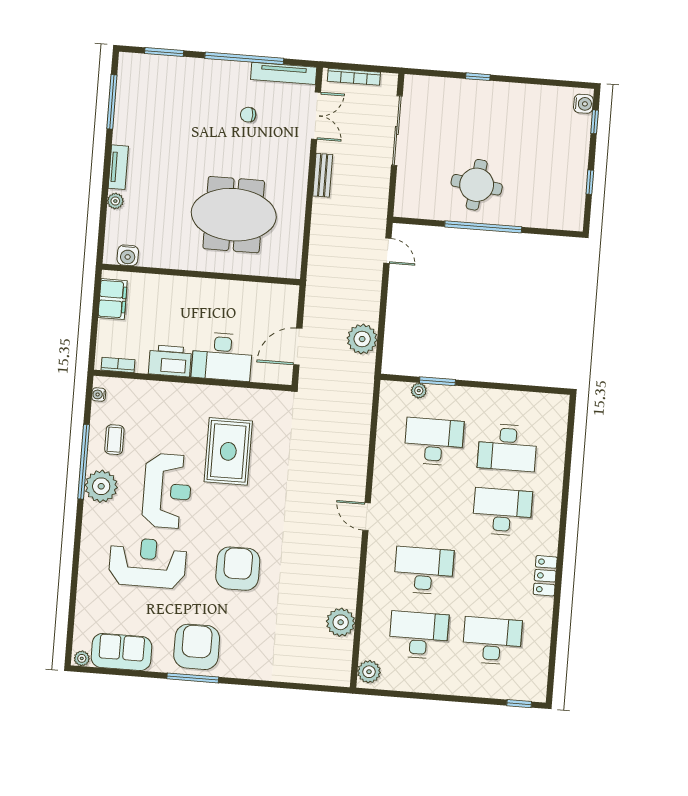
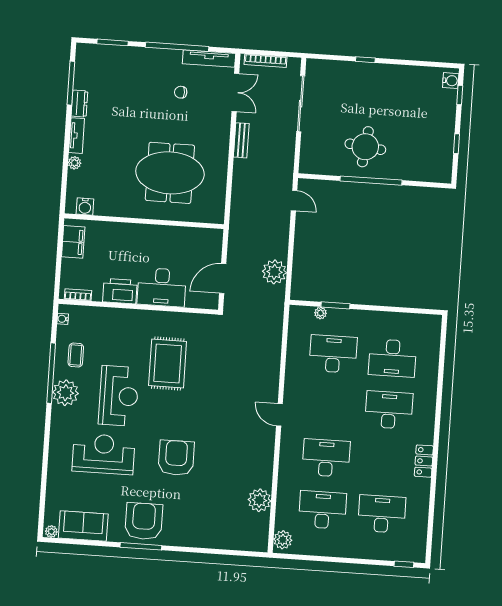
dresser: (122, 127) -> (79, 104), added

